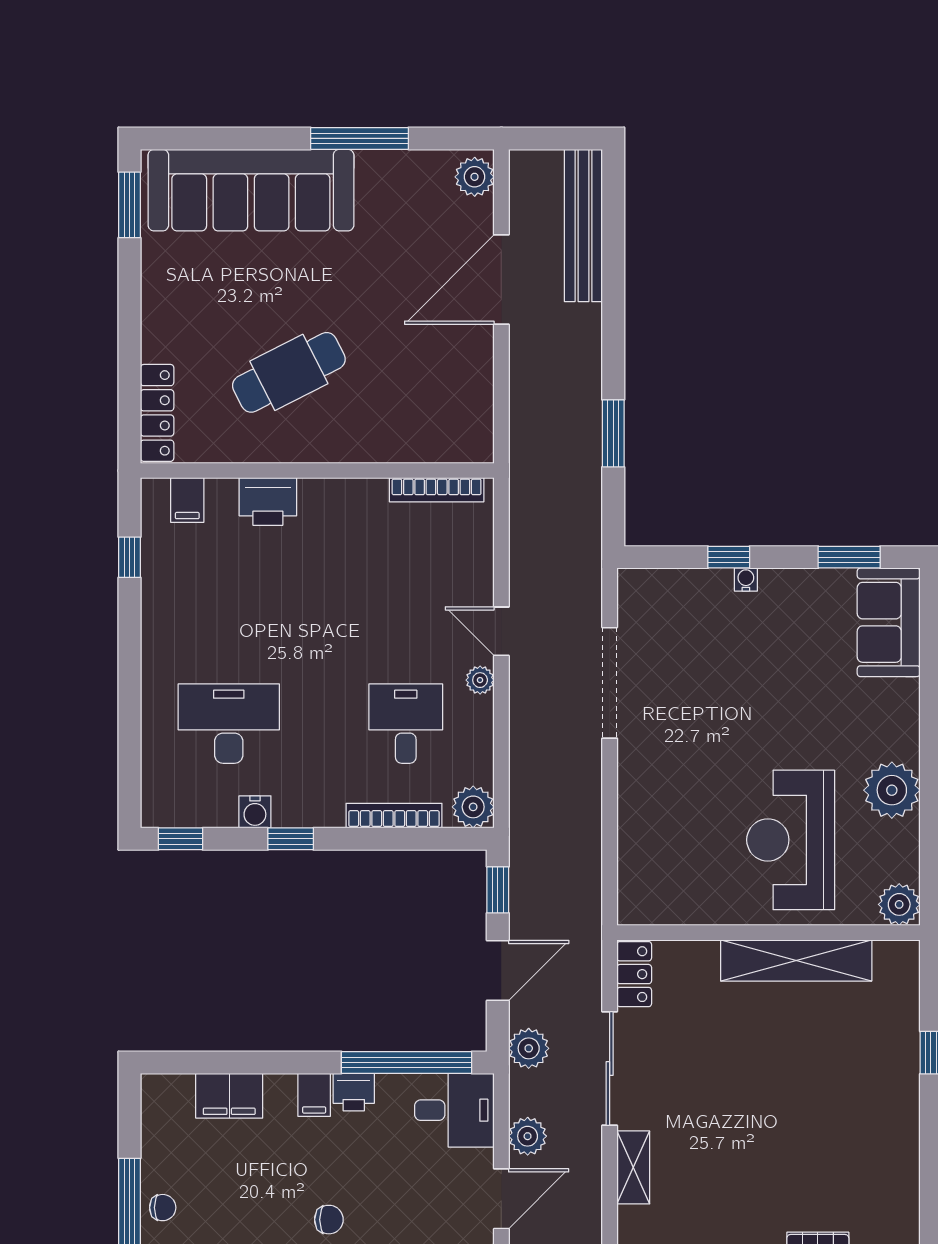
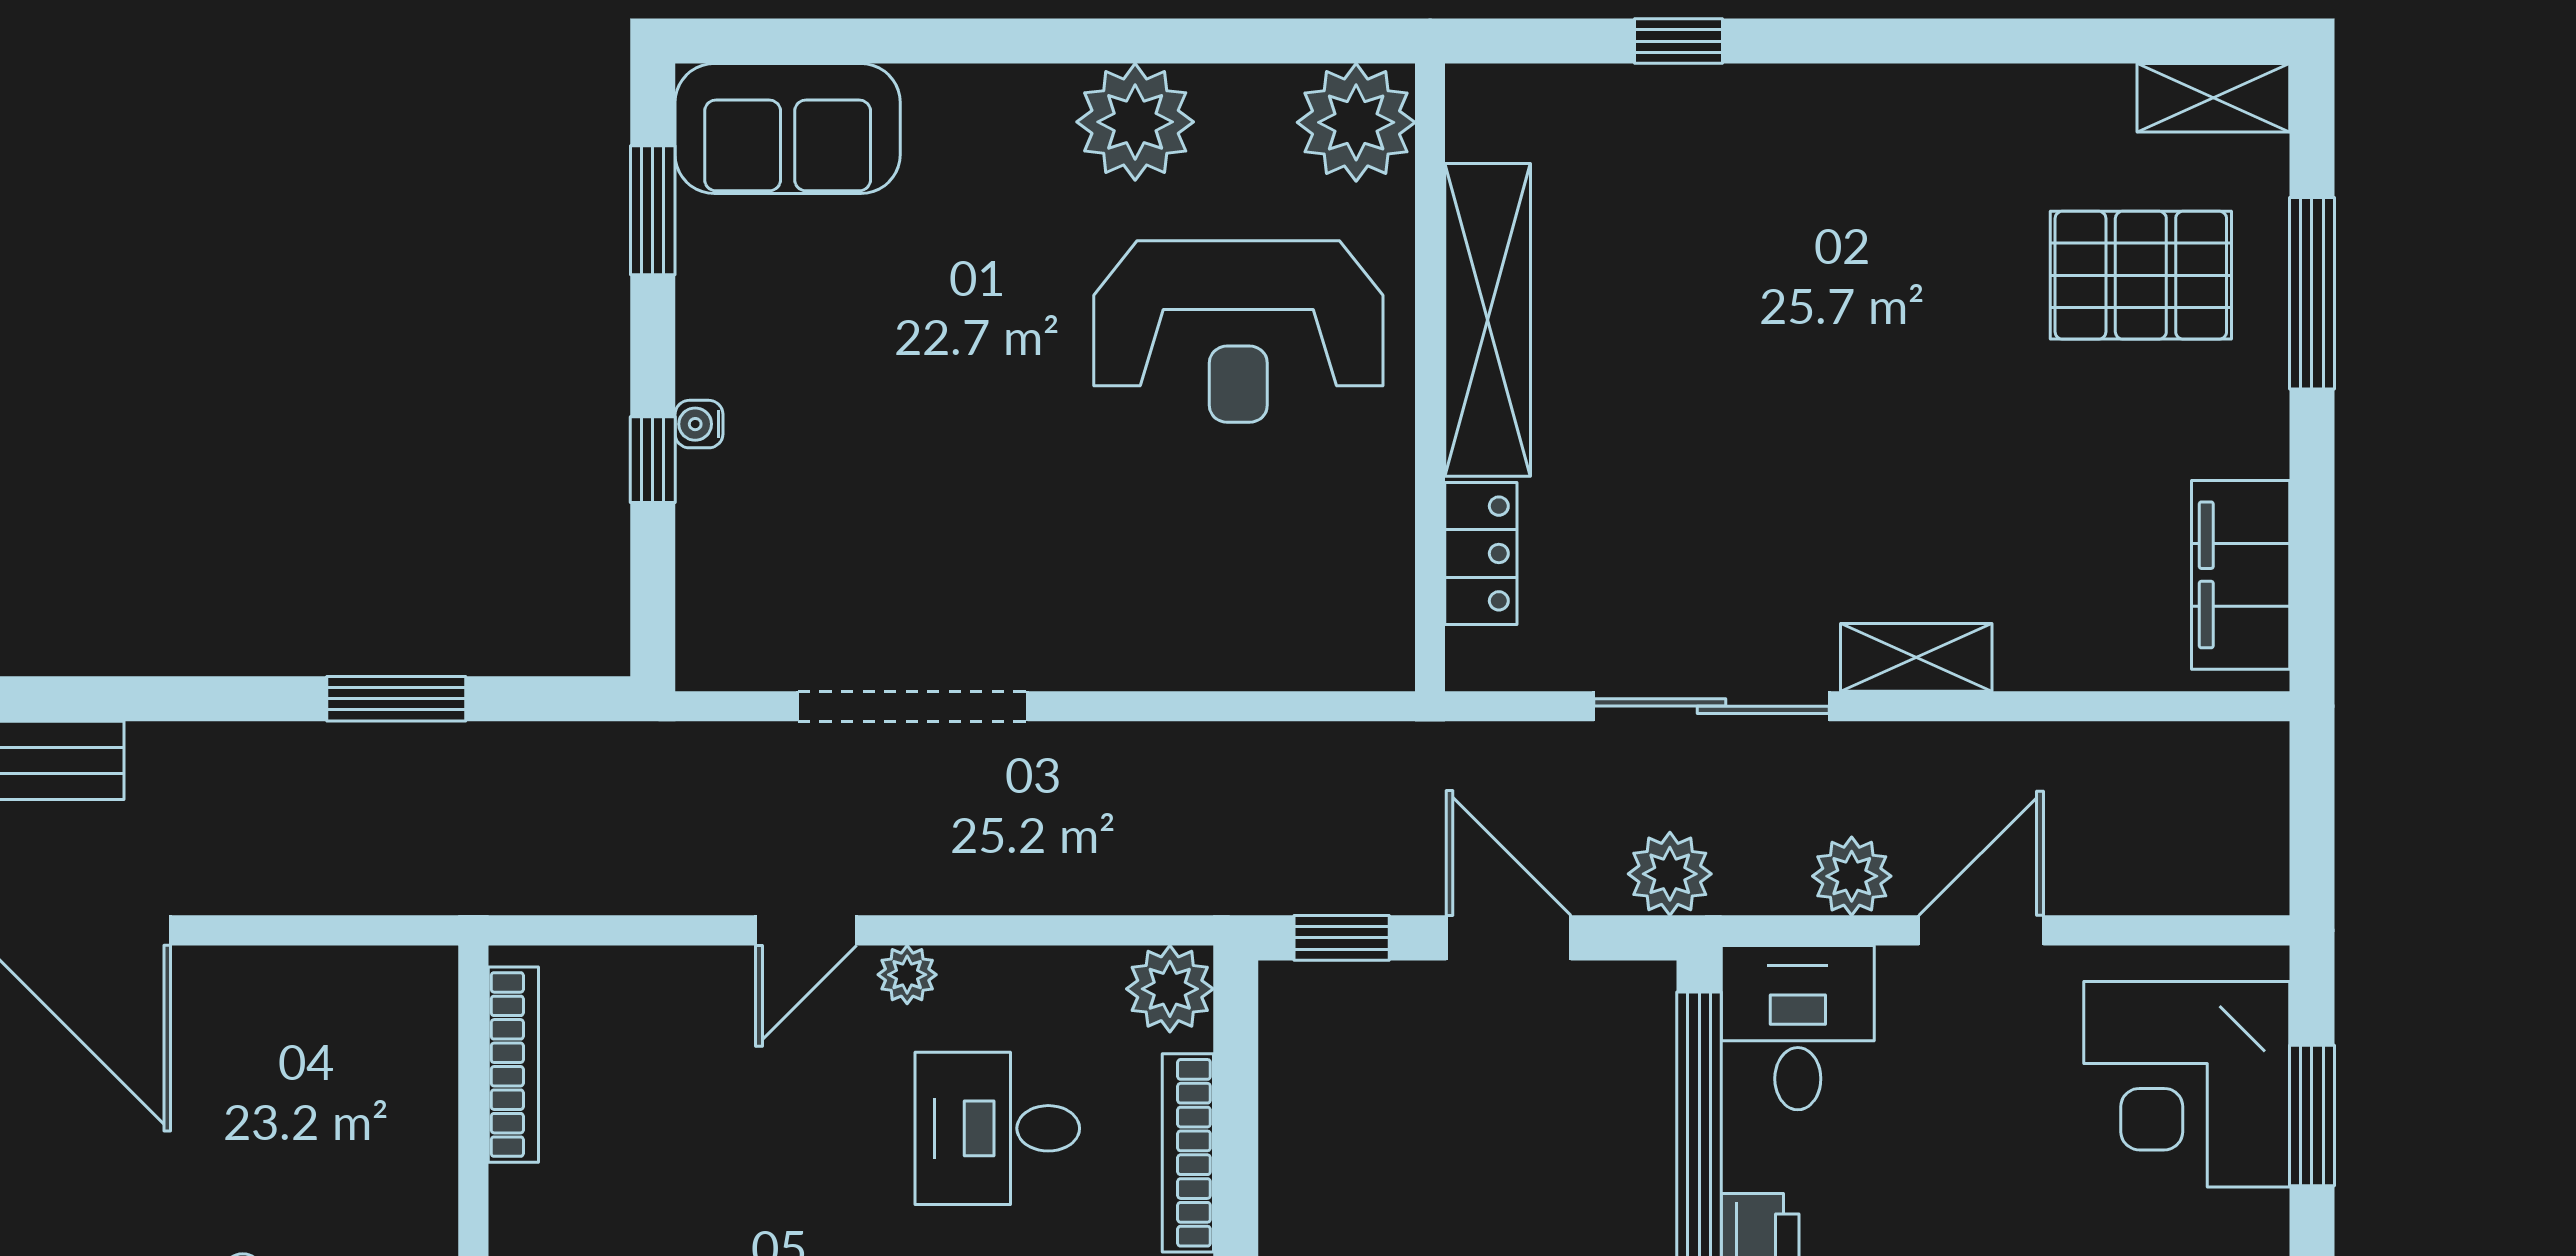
plant: (899, 904) -> (1356, 122), width x1.36, depth x1.36
locker: (634, 974) -> (1481, 553), moved, turned 90
door: (501, 1199) -> (1981, 930), hinge flipped

